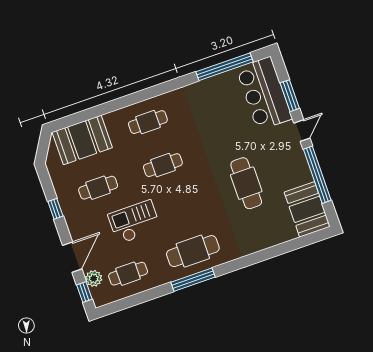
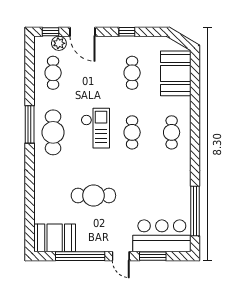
checkout: (134, 222) -> (95, 128), moved

